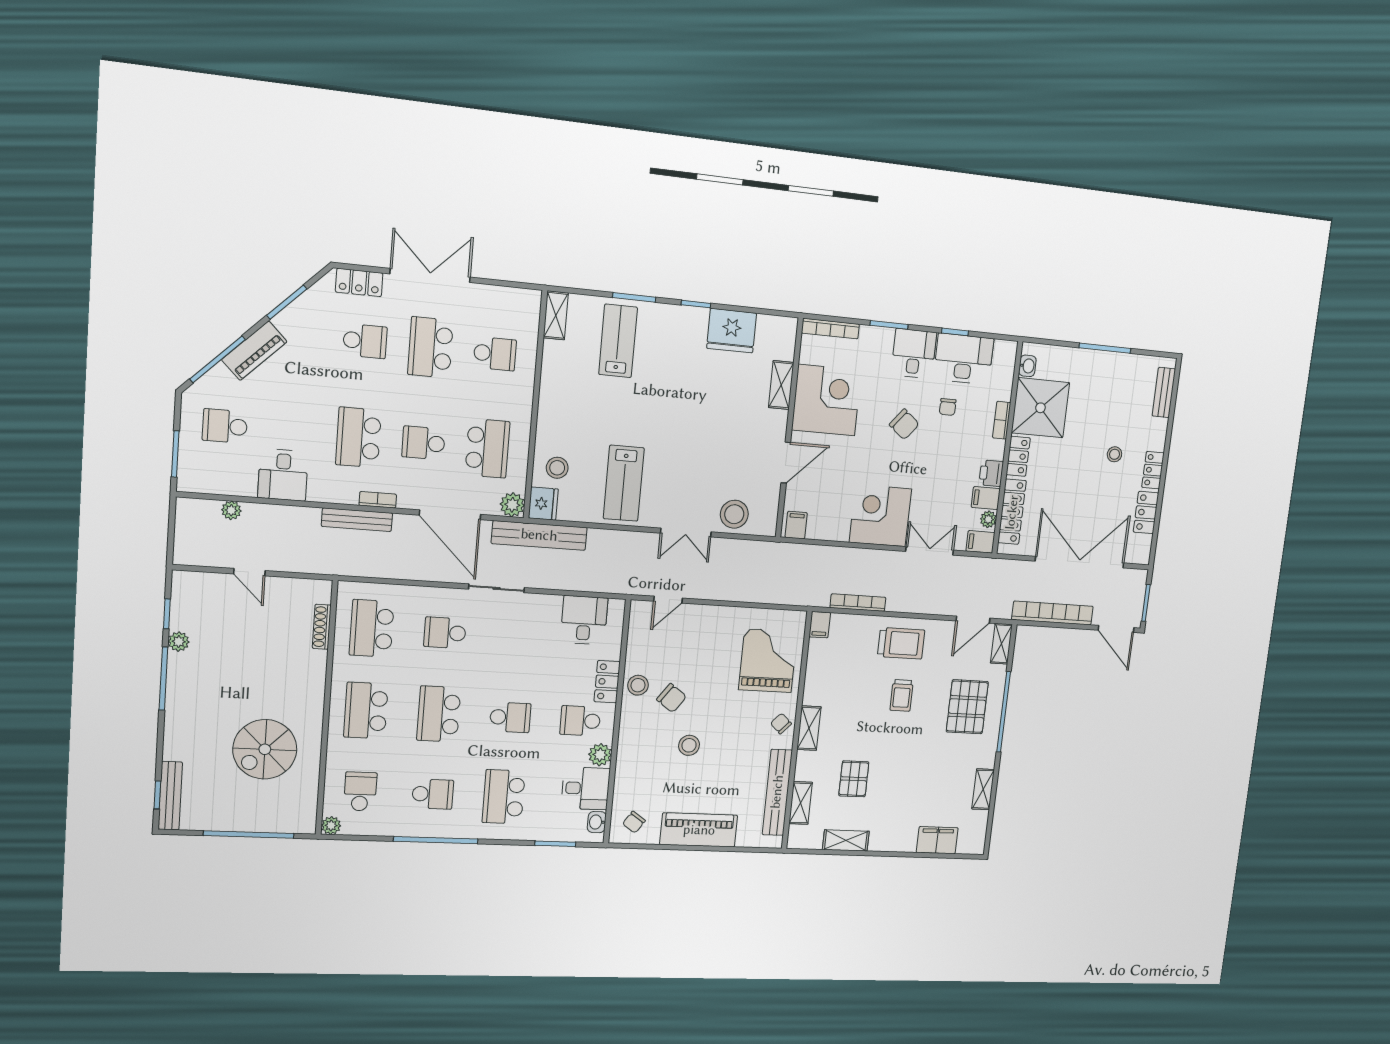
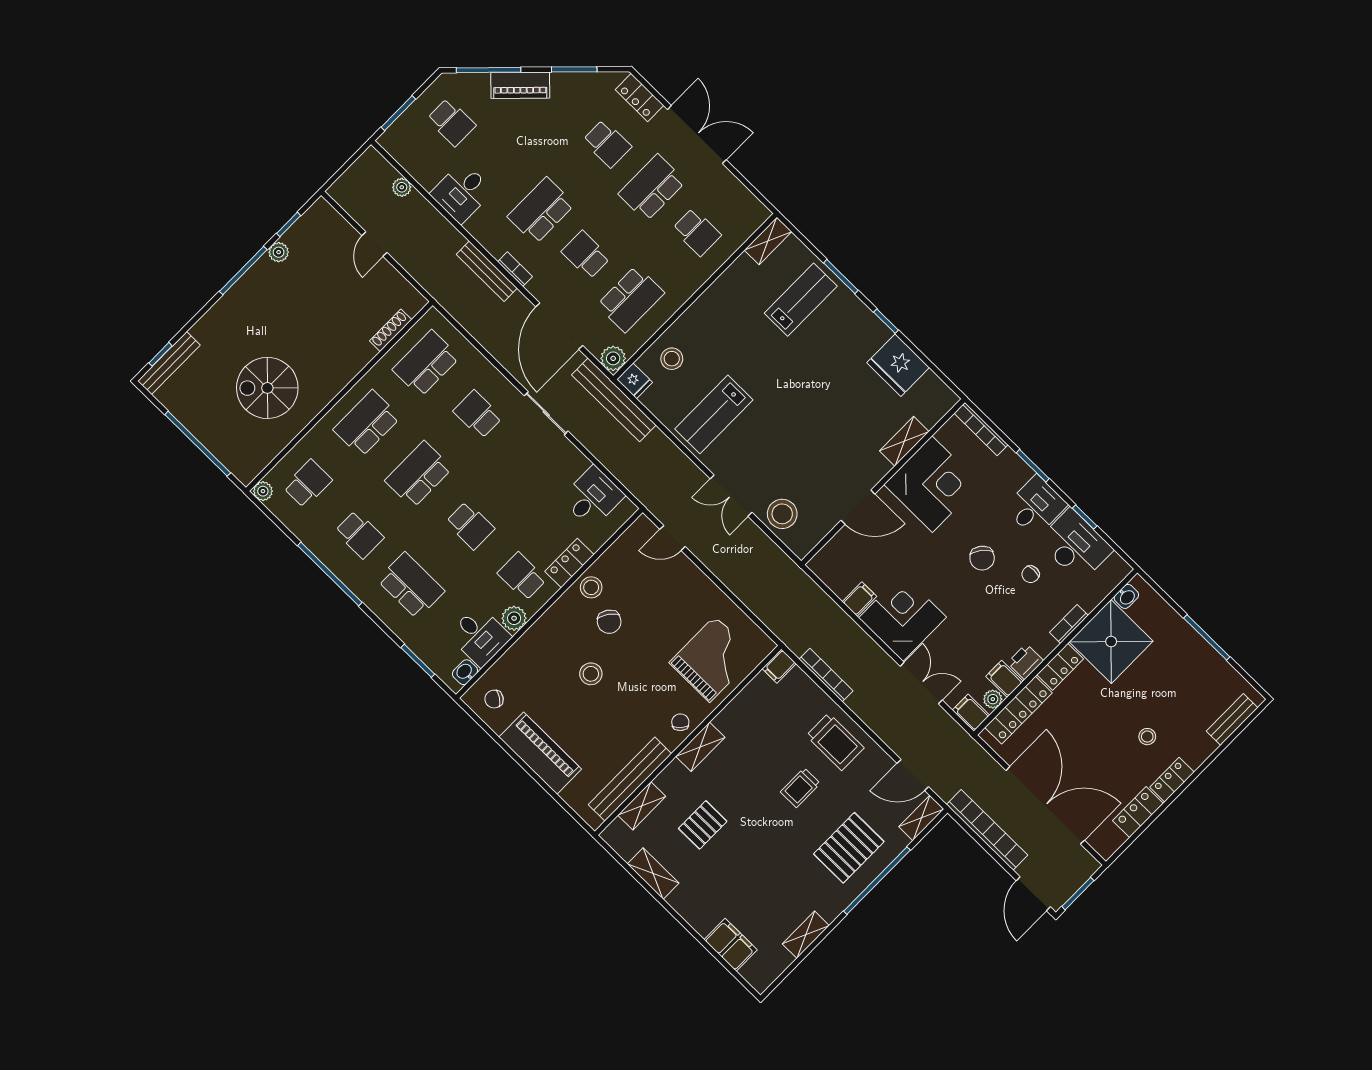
school desk: (225, 426) -> (451, 122), turned 180
fridge: (543, 504) -> (635, 381), width x0.72
filing cabinet: (796, 525) -> (859, 599), moved
school desk: (504, 797) -> (411, 585), turned 90

